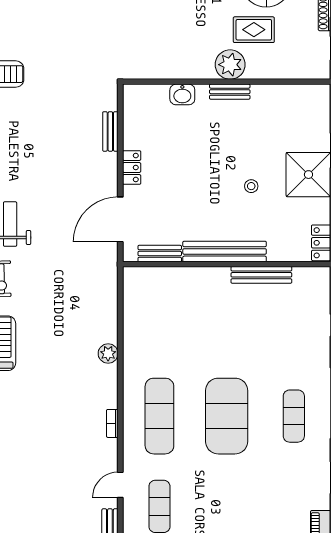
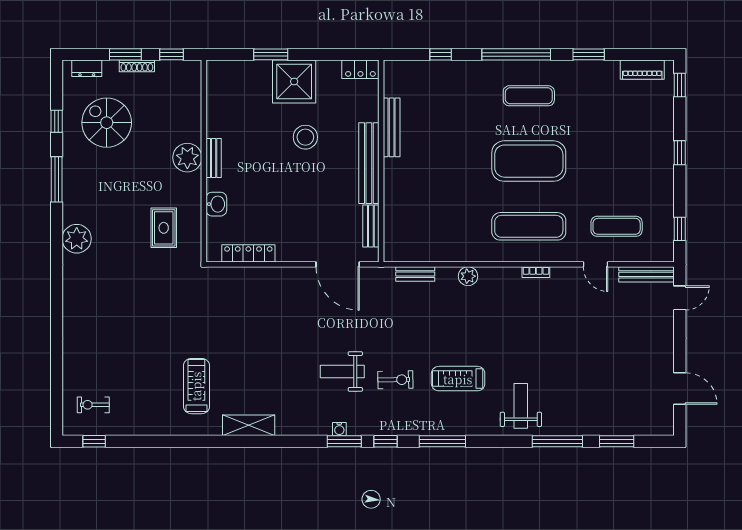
rug: (254, 30) -> (164, 228), moved
bench: (110, 131) -> (415, 274), moved
locker: (132, 168) -> (248, 253), moved, width x1.53
stool: (251, 186) -> (305, 137), width x1.89, depth x1.89

